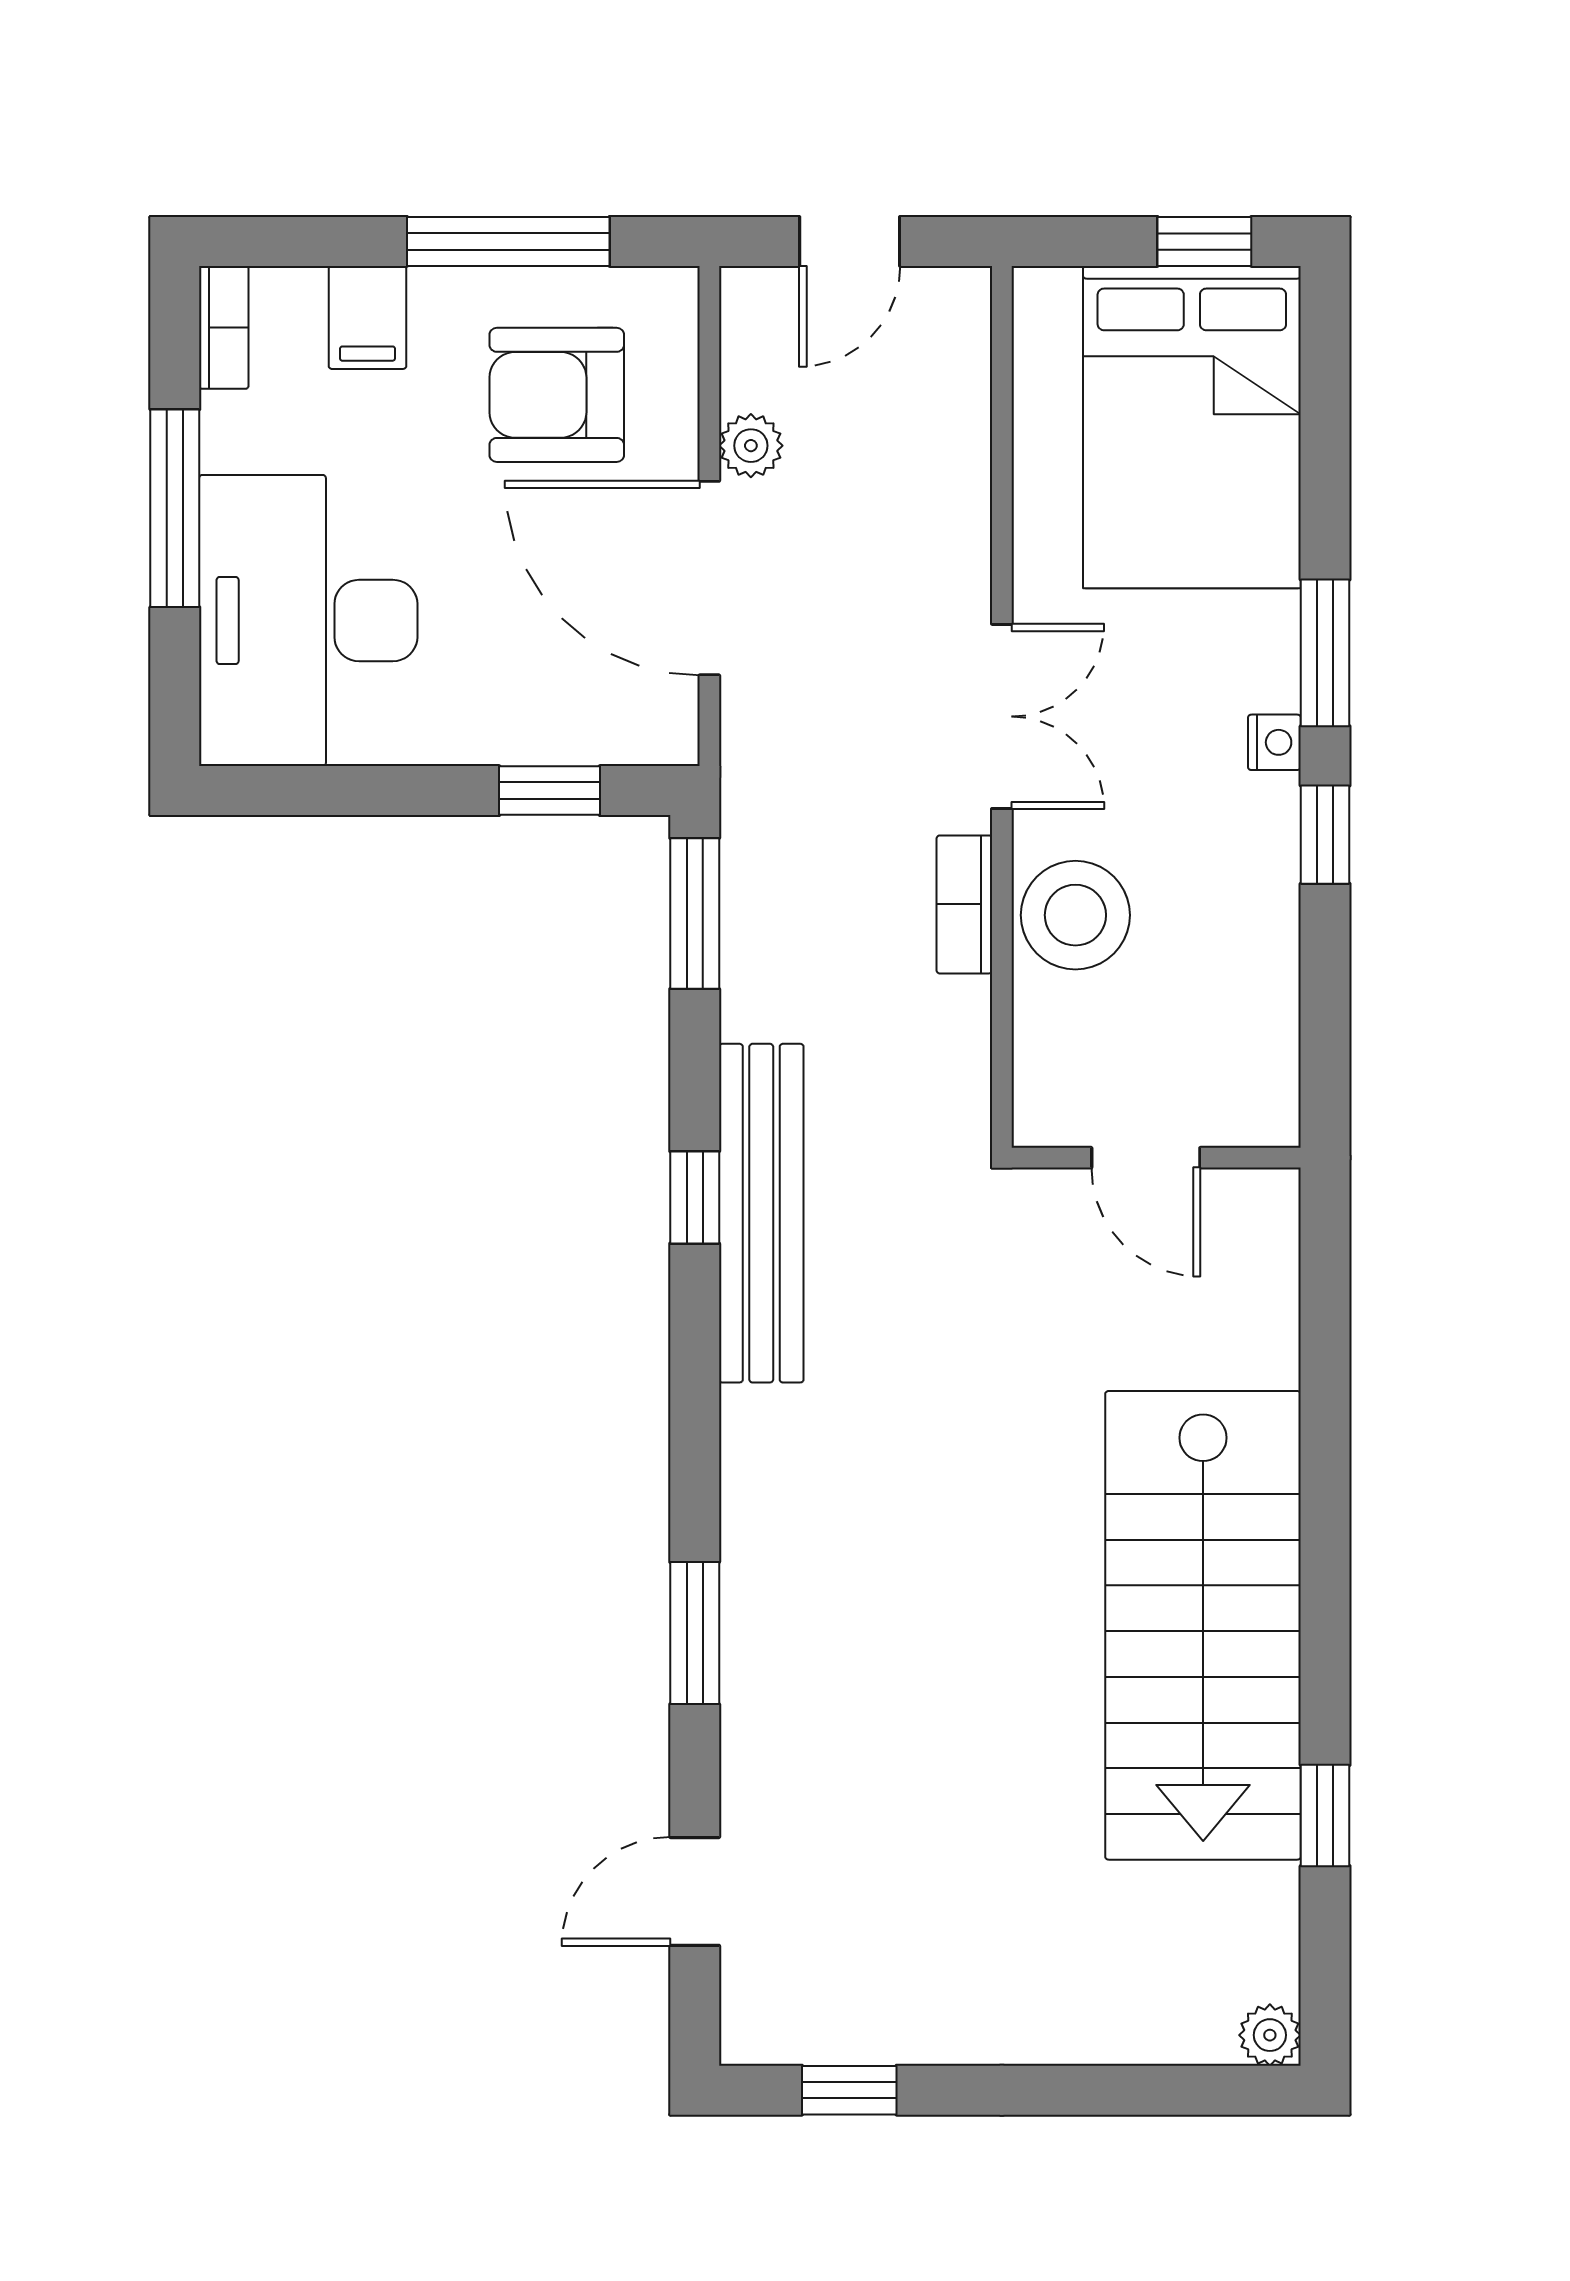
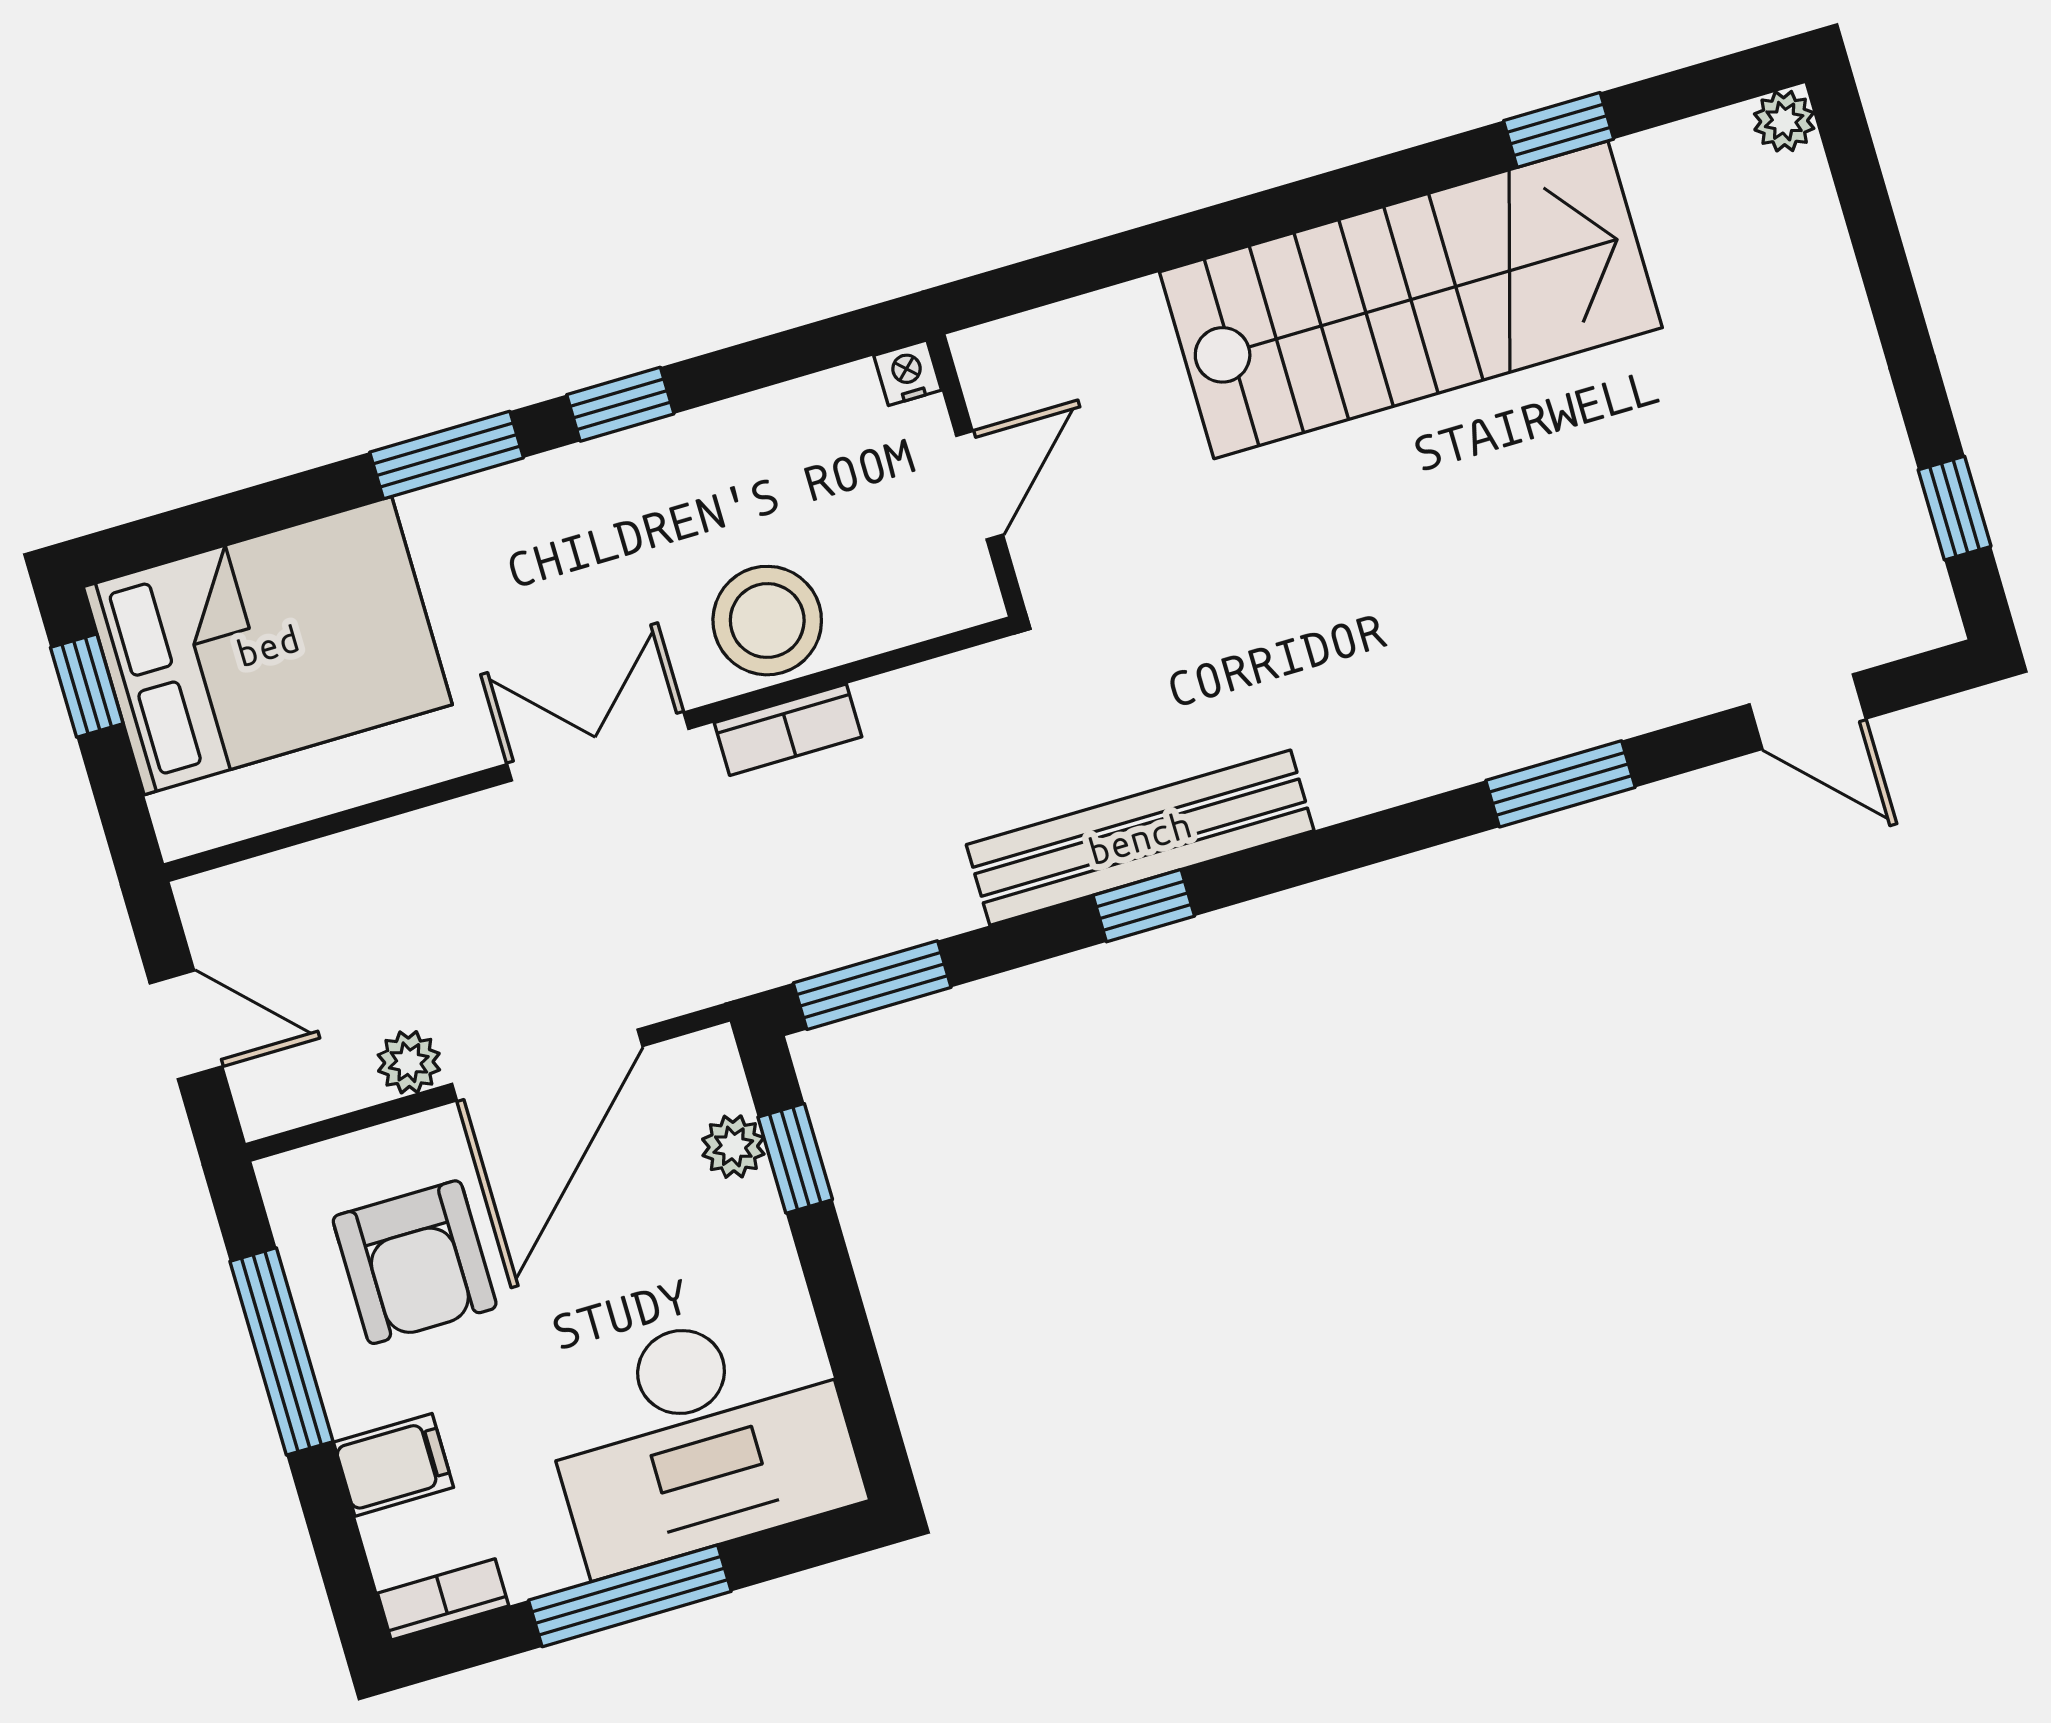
plant: (578, 734) -> (733, 1147), added
nightstand: (1274, 742) -> (908, 373), moved

